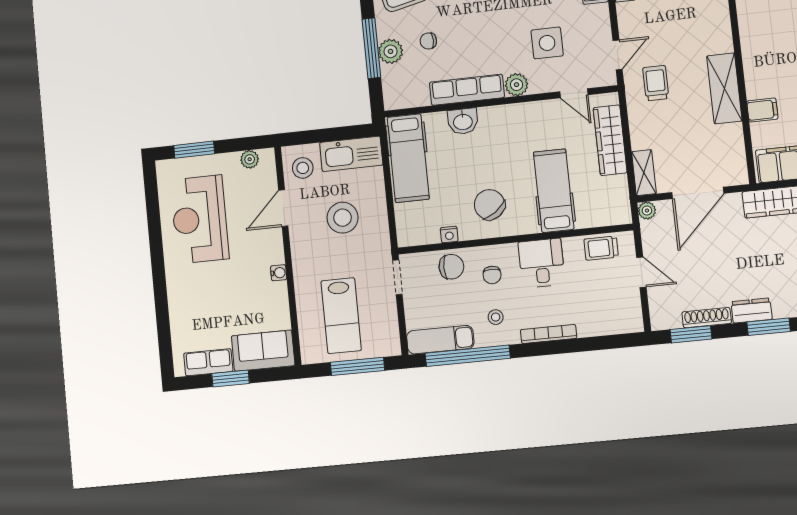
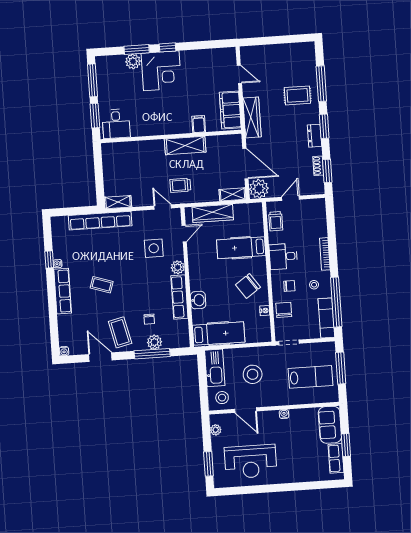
plant: (647, 211) -> (259, 189), width x1.87, depth x1.87
shoe rack: (707, 318) -> (318, 166), width x0.70

